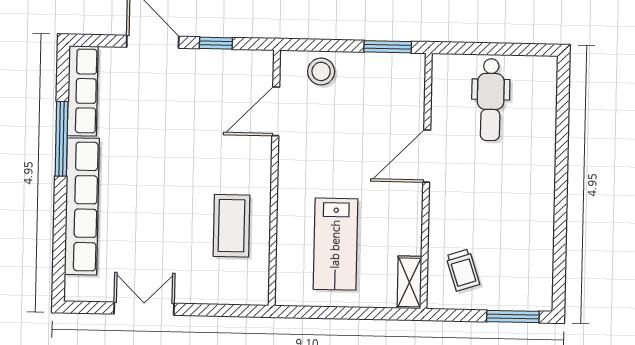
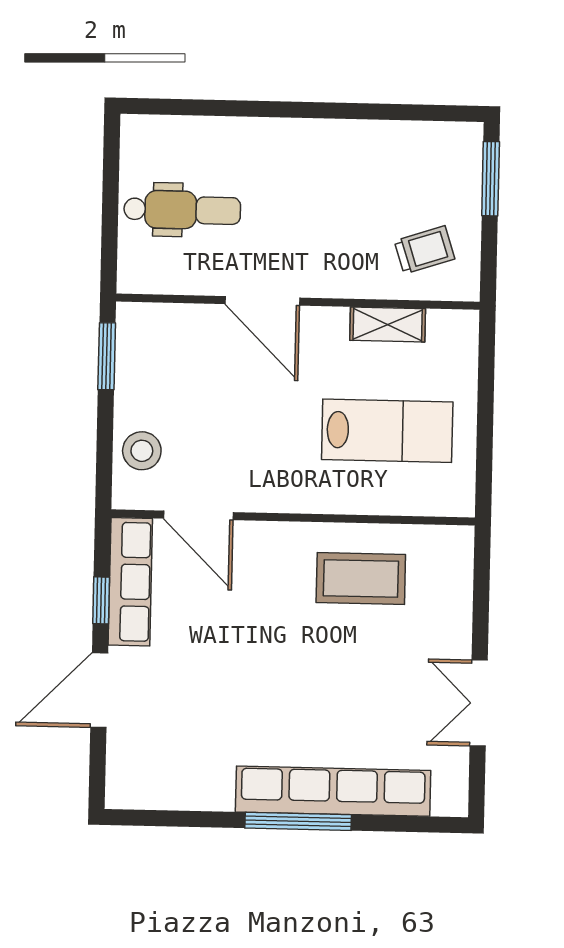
row of seats: (83, 91) -> (130, 582), moved, turned 90
window: (61, 139) -> (298, 821), moved
shelving: (409, 282) -> (388, 325), moved

